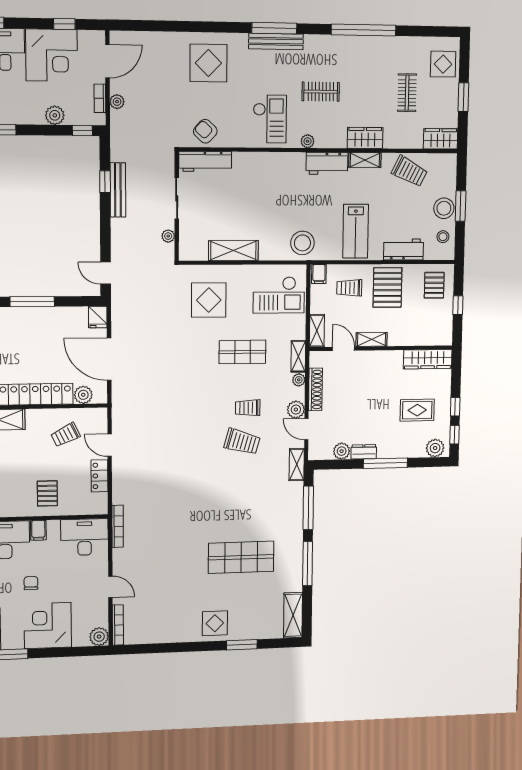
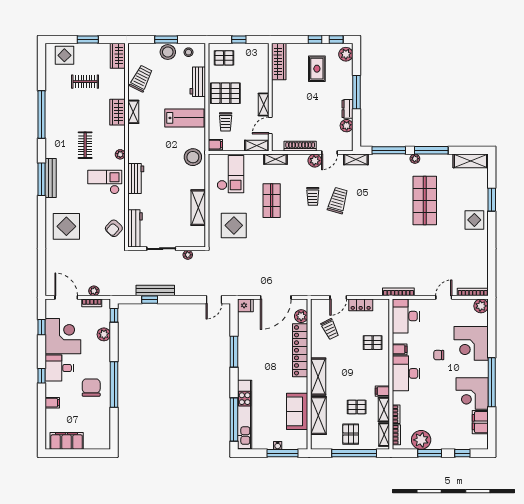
workbench: (327, 163) -> (136, 179), moved
plant: (299, 380) -> (415, 159), moved

